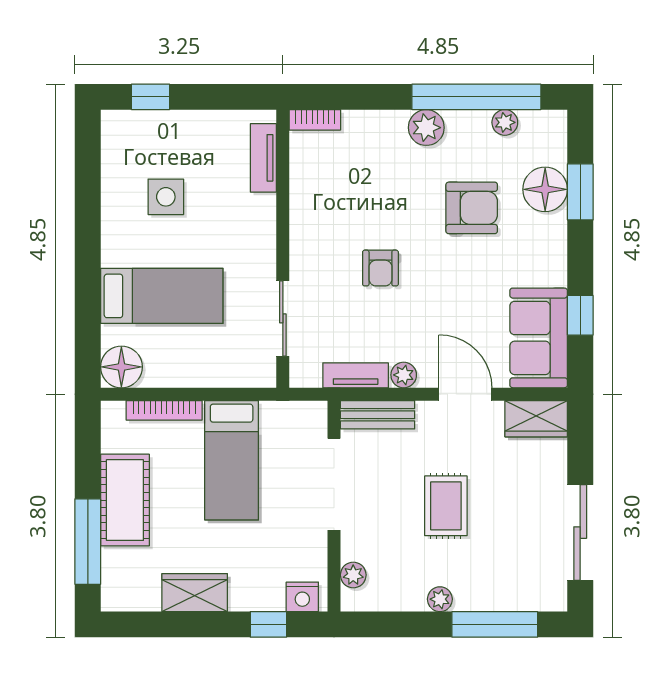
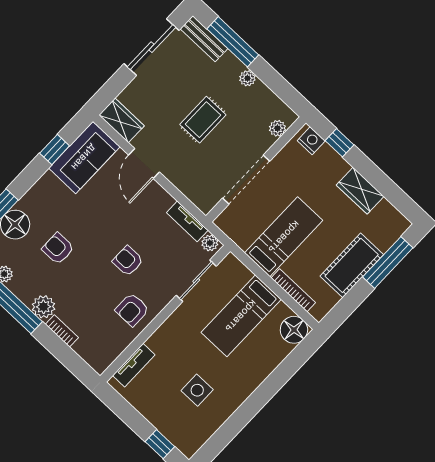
bookcase: (315, 120) -> (62, 331), moved
armchair: (472, 208) -> (58, 249), width x0.72, depth x0.72
armchair: (324, 218) -> (132, 310), added
armchair: (380, 268) -> (128, 261), turned -90
bed: (162, 296) -> (241, 316), moved, turned -90
plant: (404, 375) -> (210, 243), moved
bench: (378, 415) -> (204, 39), moved

